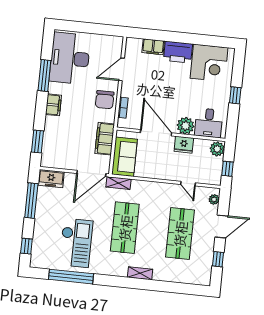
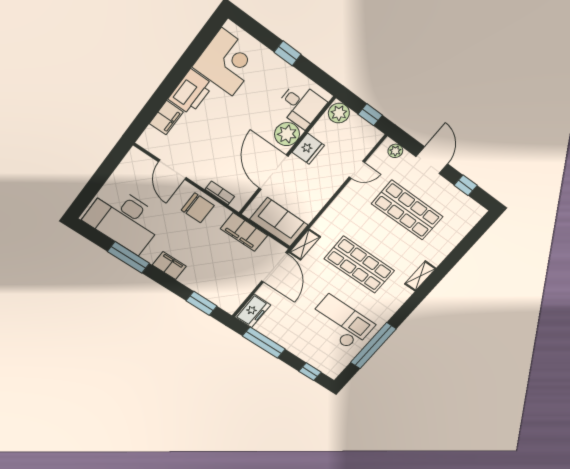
door: (156, 133) -> (273, 172), hinge flipped

